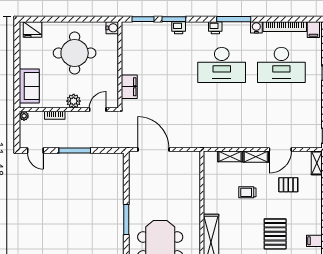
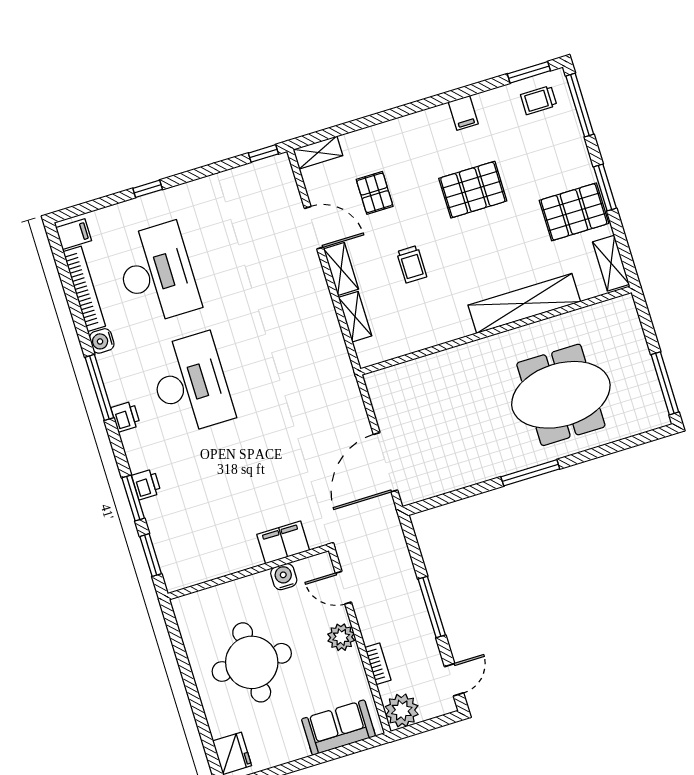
water cooler: (112, 28) -> (284, 577), moved
plant: (24, 116) -> (402, 710), width x1.88, depth x1.88

